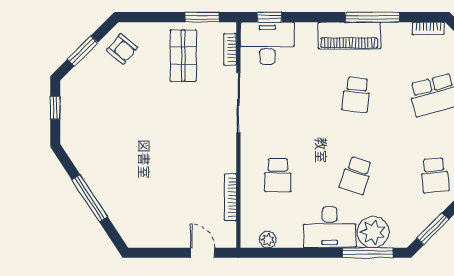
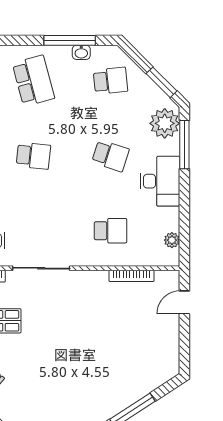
plant: (373, 232) -> (165, 123), moved

